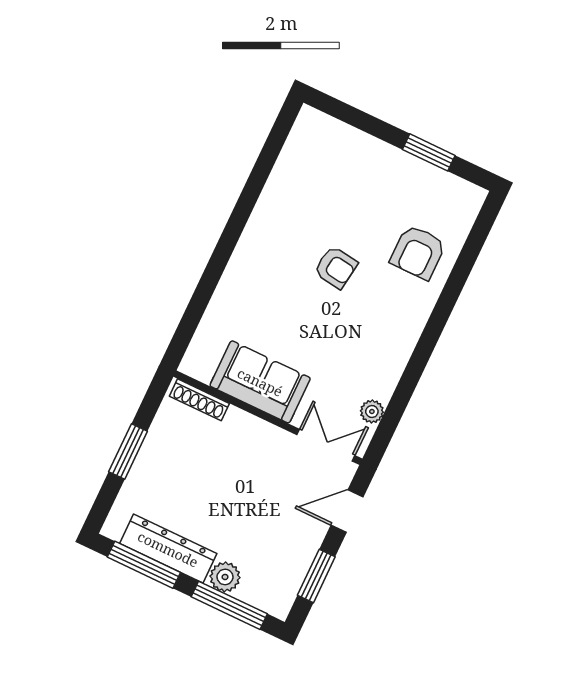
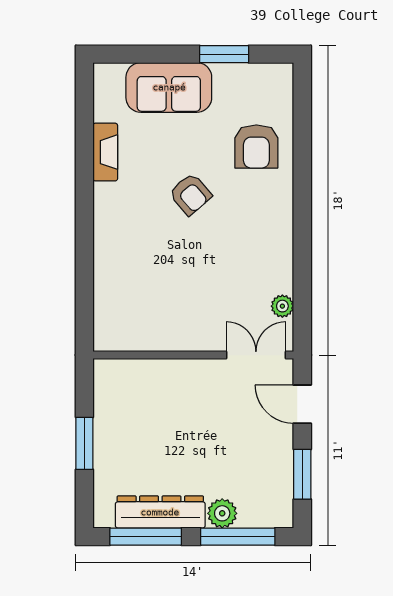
fireplace: (276, 191) -> (105, 152), added
armchair: (336, 267) -> (190, 194), turned 41
sofa: (260, 382) -> (169, 87), moved, turned 180
shoe rack: (199, 400) -> (126, 368), removed
door: (347, 511) -> (302, 404), hinge flipped

